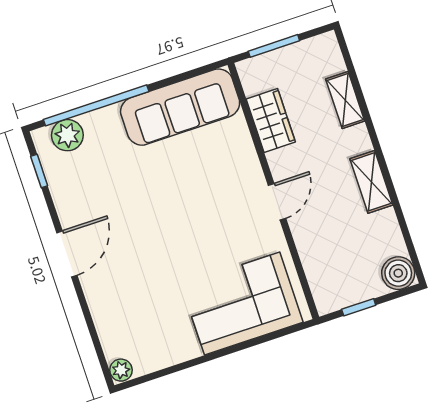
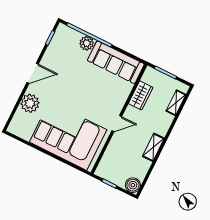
shelving: (345, 100) -> (176, 103), moved
plant: (67, 135) -> (87, 43), moved
corner sofa: (242, 304) -> (68, 136), width x1.36, depth x1.36
plant: (121, 370) -> (30, 103), moved, width x1.88, depth x1.88

